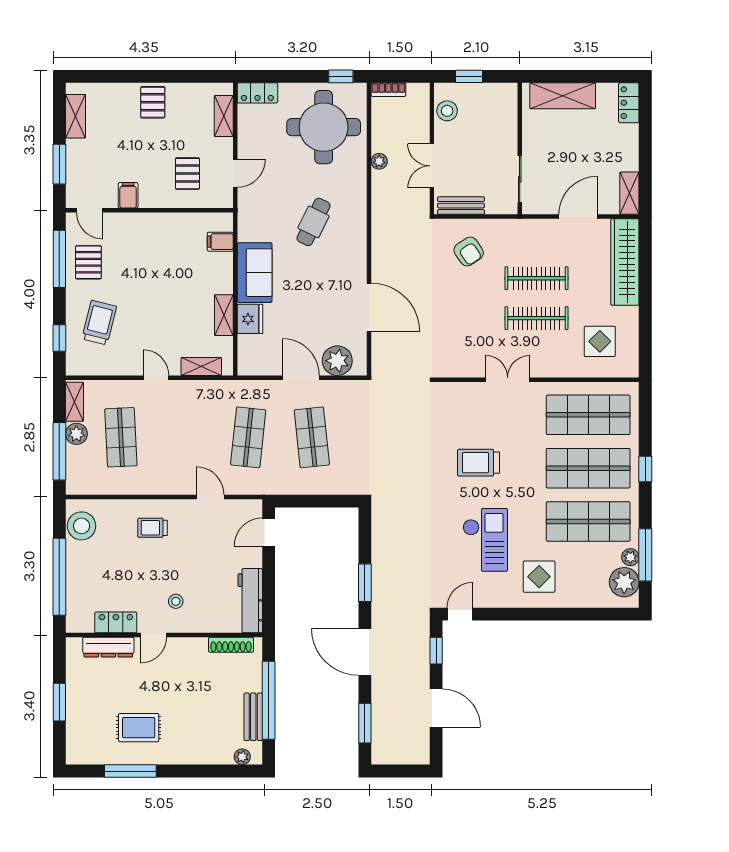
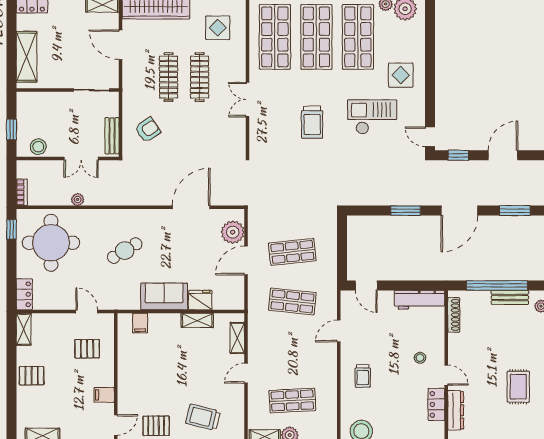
shelving: (224, 116) -> (24, 329), moved, turned 90
cafe table: (314, 222) -> (125, 251), turned -57

